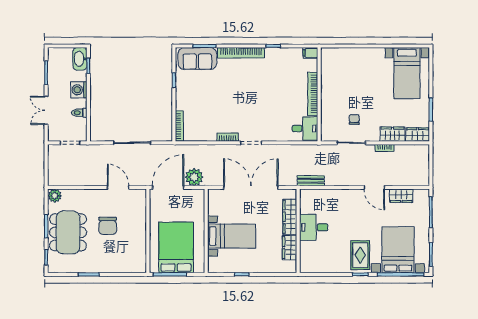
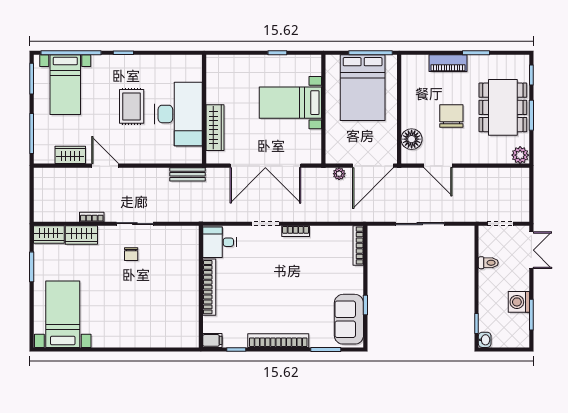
filing cabinet: (310, 53) -> (212, 340), moved
washbasin: (80, 59) -> (485, 340), width x0.52, depth x0.69
sofa: (197, 59) -> (349, 319), moved, turned -90
washing machine: (79, 90) -> (519, 302), moved, turned 180
bookcase: (313, 94) -> (209, 287), moved
wall: (319, 94) -> (201, 287), moved
double door: (46, 110) -> (531, 250), moved
desk: (305, 129) -> (219, 242), moved
plant: (194, 177) -> (339, 174), width x0.53, depth x0.53
floor lamp: (138, 208) -> (412, 139), added
desk: (314, 227) -> (178, 114), width x1.87, depth x1.30
wardrobe: (290, 248) -> (215, 88), removed
bed with nightstands: (398, 250) -> (65, 85), width x0.73
rug: (360, 255) -> (132, 106), moved
piano: (110, 266) -> (448, 63), added

